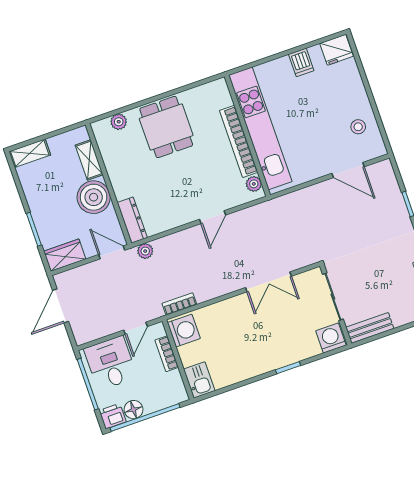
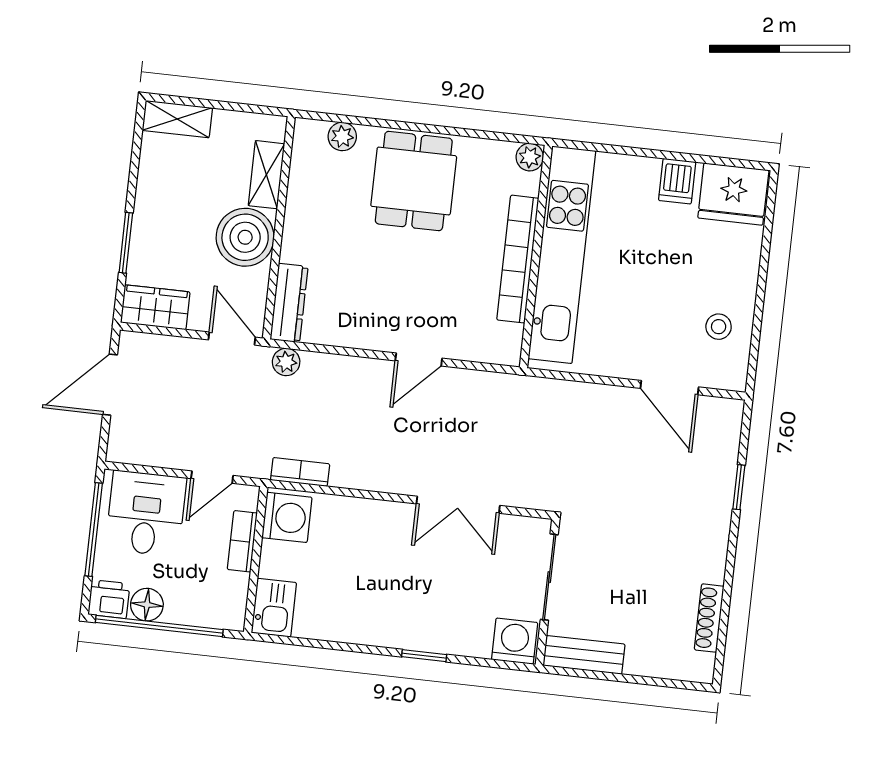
fridge: (337, 50) -> (733, 194), width x1.36, depth x1.34
plant: (254, 184) -> (530, 157), moved

